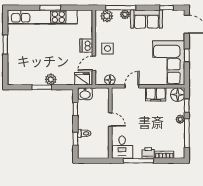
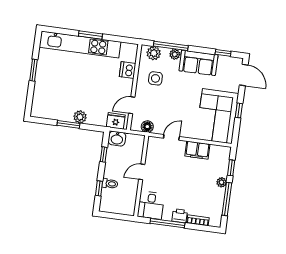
dishwasher: (86, 46) -> (128, 70), moved
side table: (108, 49) -> (155, 78), moved
floor lamp: (178, 95) -> (222, 154), removed
door: (110, 120) -> (142, 172), swing flipped

